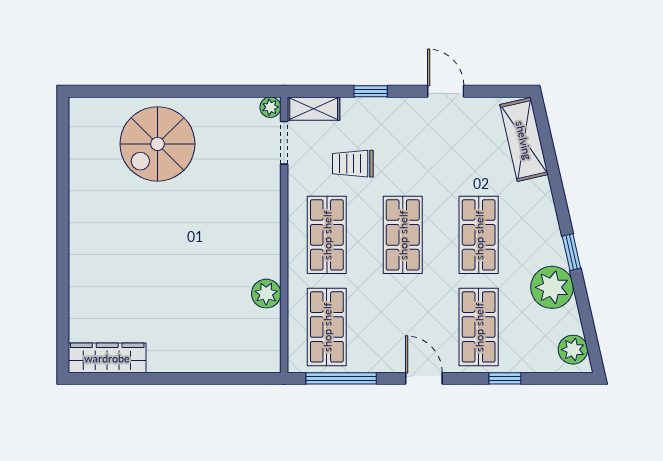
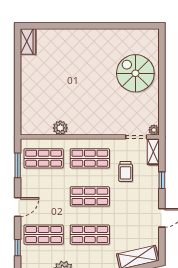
trolley: (353, 164) -> (126, 171), turned 180
wardrobe: (107, 358) -> (28, 42), width x0.67
window: (341, 378) -> (18, 165), width x0.69

